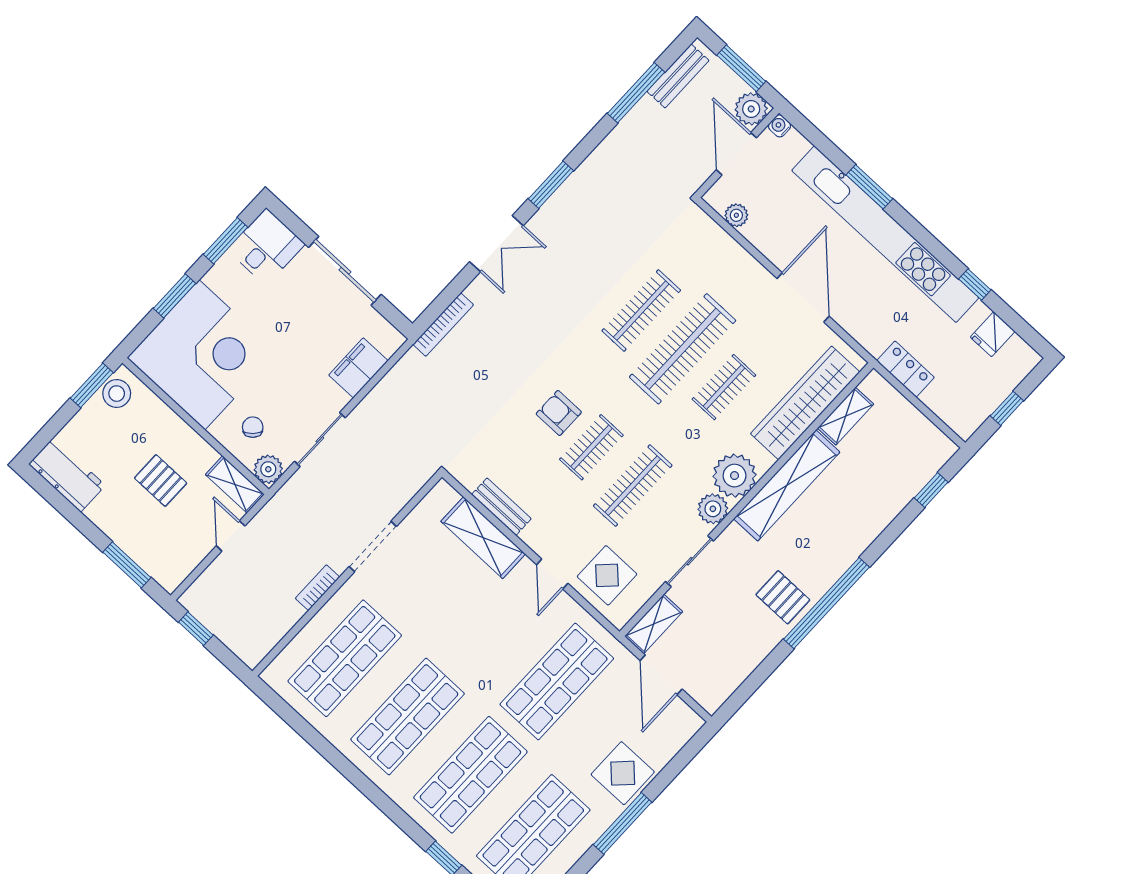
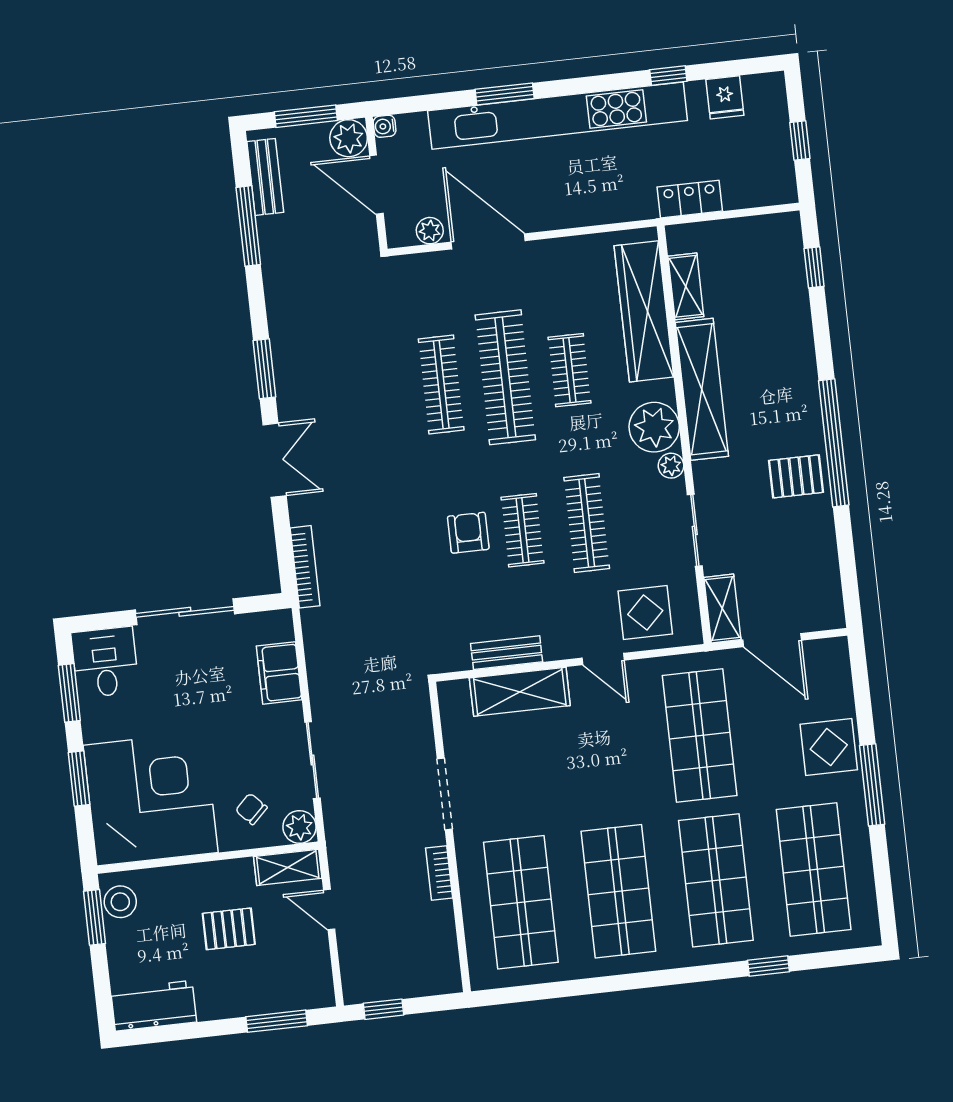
door: (803, 297) -> (488, 241), moved
armchair: (559, 413) -> (468, 533), turned 90
plant: (713, 509) -> (671, 466), width x0.73, depth x0.73

